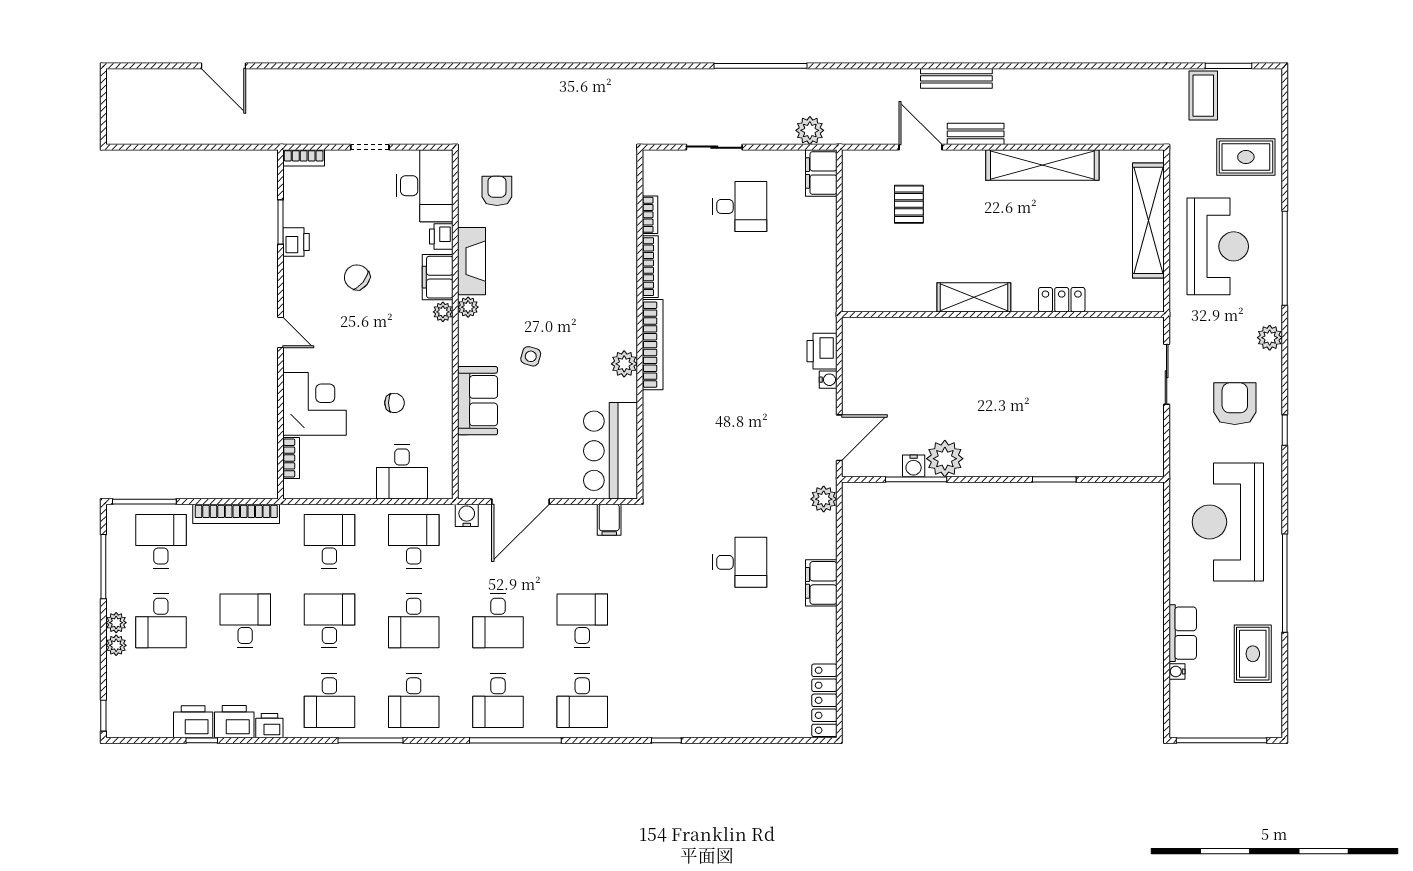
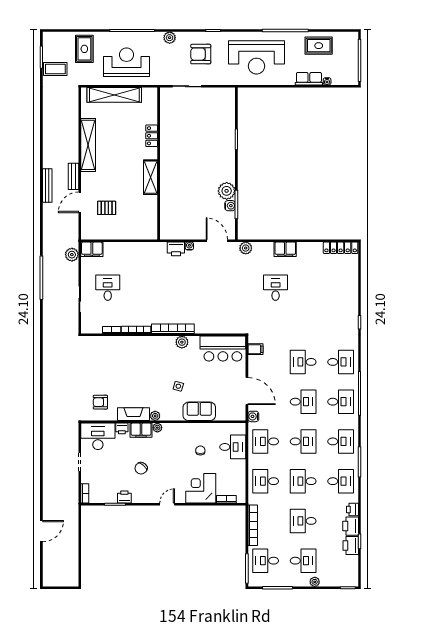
plant: (116, 623) -> (304, 582), removed

